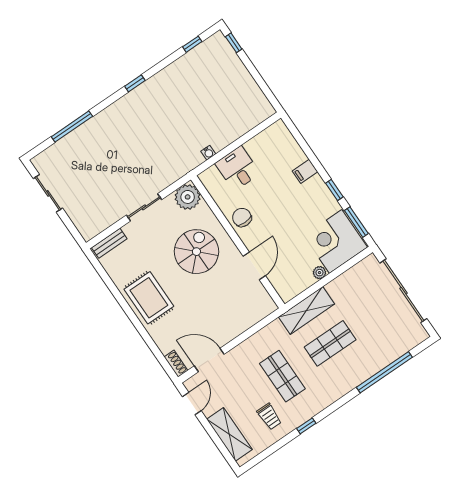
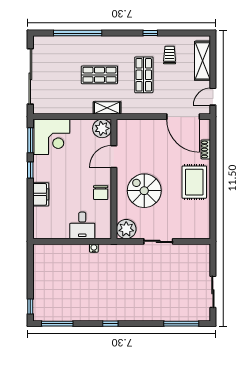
window: (192, 44) -> (57, 324), width x2.17
window: (72, 127) -> (181, 324), moved
filing cabinet: (305, 171) -> (41, 194), width x2.00
bench: (109, 243) -> (196, 234), removed
spiral stairs: (196, 252) -> (144, 191), turned 90
plant: (319, 273) -> (102, 128), moved, width x1.88, depth x1.88
shelving: (306, 311) -> (107, 108), width x0.67, depth x0.75
door: (209, 360) -> (183, 117), width x1.36
shoe rack: (176, 364) -> (206, 149), moved

